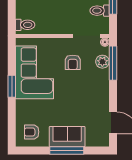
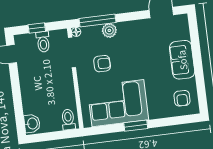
plant: (102, 62) -> (109, 30), moved
window: (67, 151) -> (197, 58), removed

